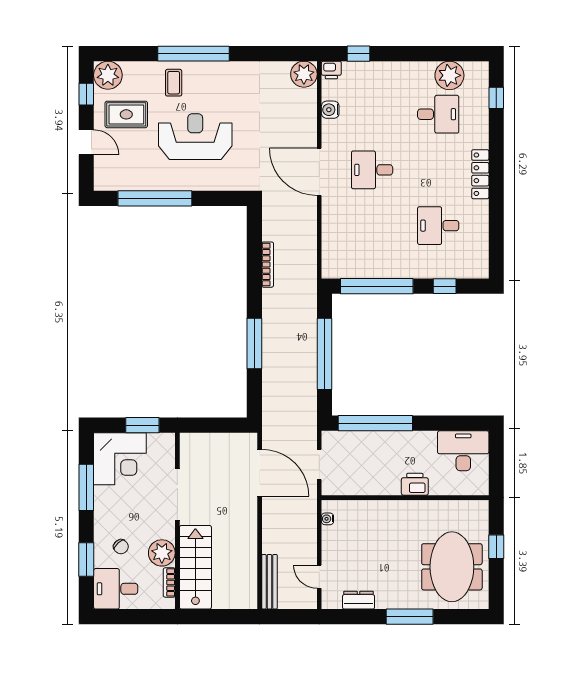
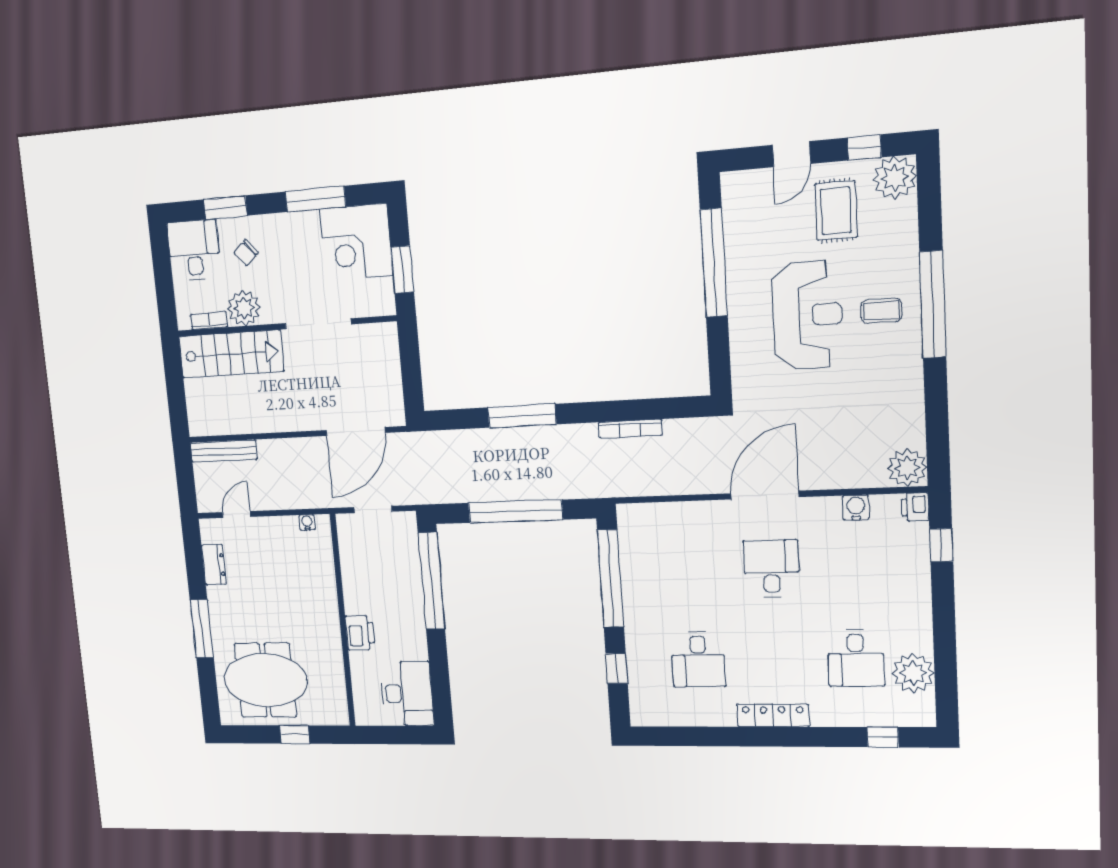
coffee table: (174, 83) -> (881, 311), moved
desk: (438, 226) -> (698, 659), turned 180

